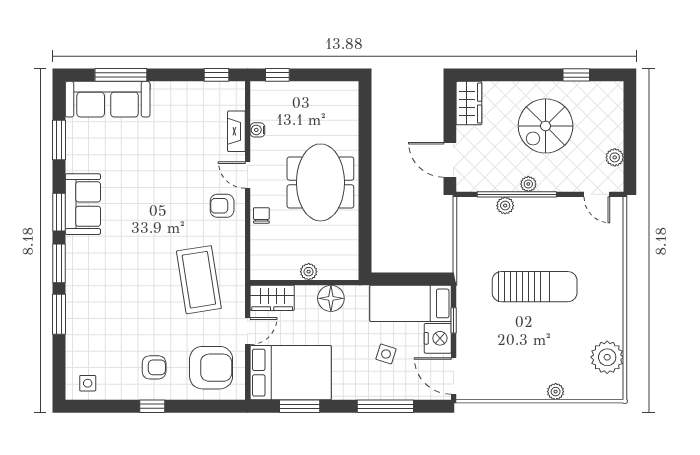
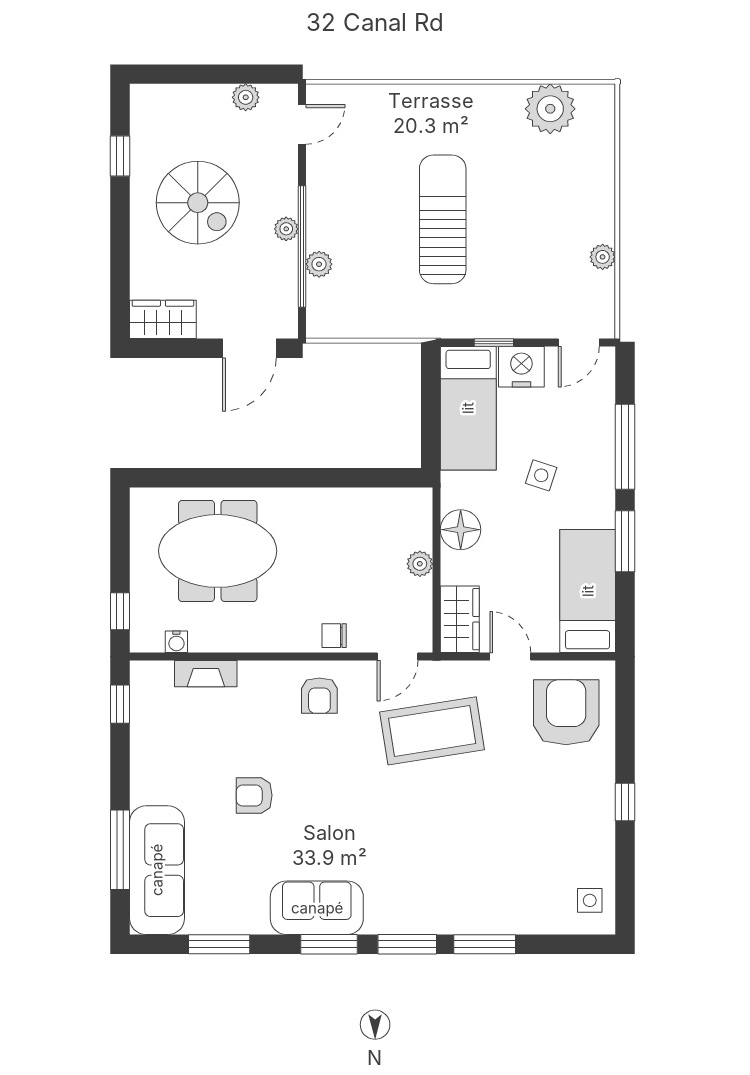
water cooler: (257, 130) -> (176, 642), moved
door: (248, 175) -> (398, 657), moved
meeting table: (320, 182) -> (218, 551), moved
side table: (386, 354) -> (541, 475), moved
armchair: (154, 367) -> (254, 795), moved, turned -90
bed: (291, 373) -> (588, 591), width x0.67
door: (454, 376) -> (579, 343), width x0.73
plant: (556, 392) -> (603, 257), moved
window: (300, 406) -> (625, 541), moved

